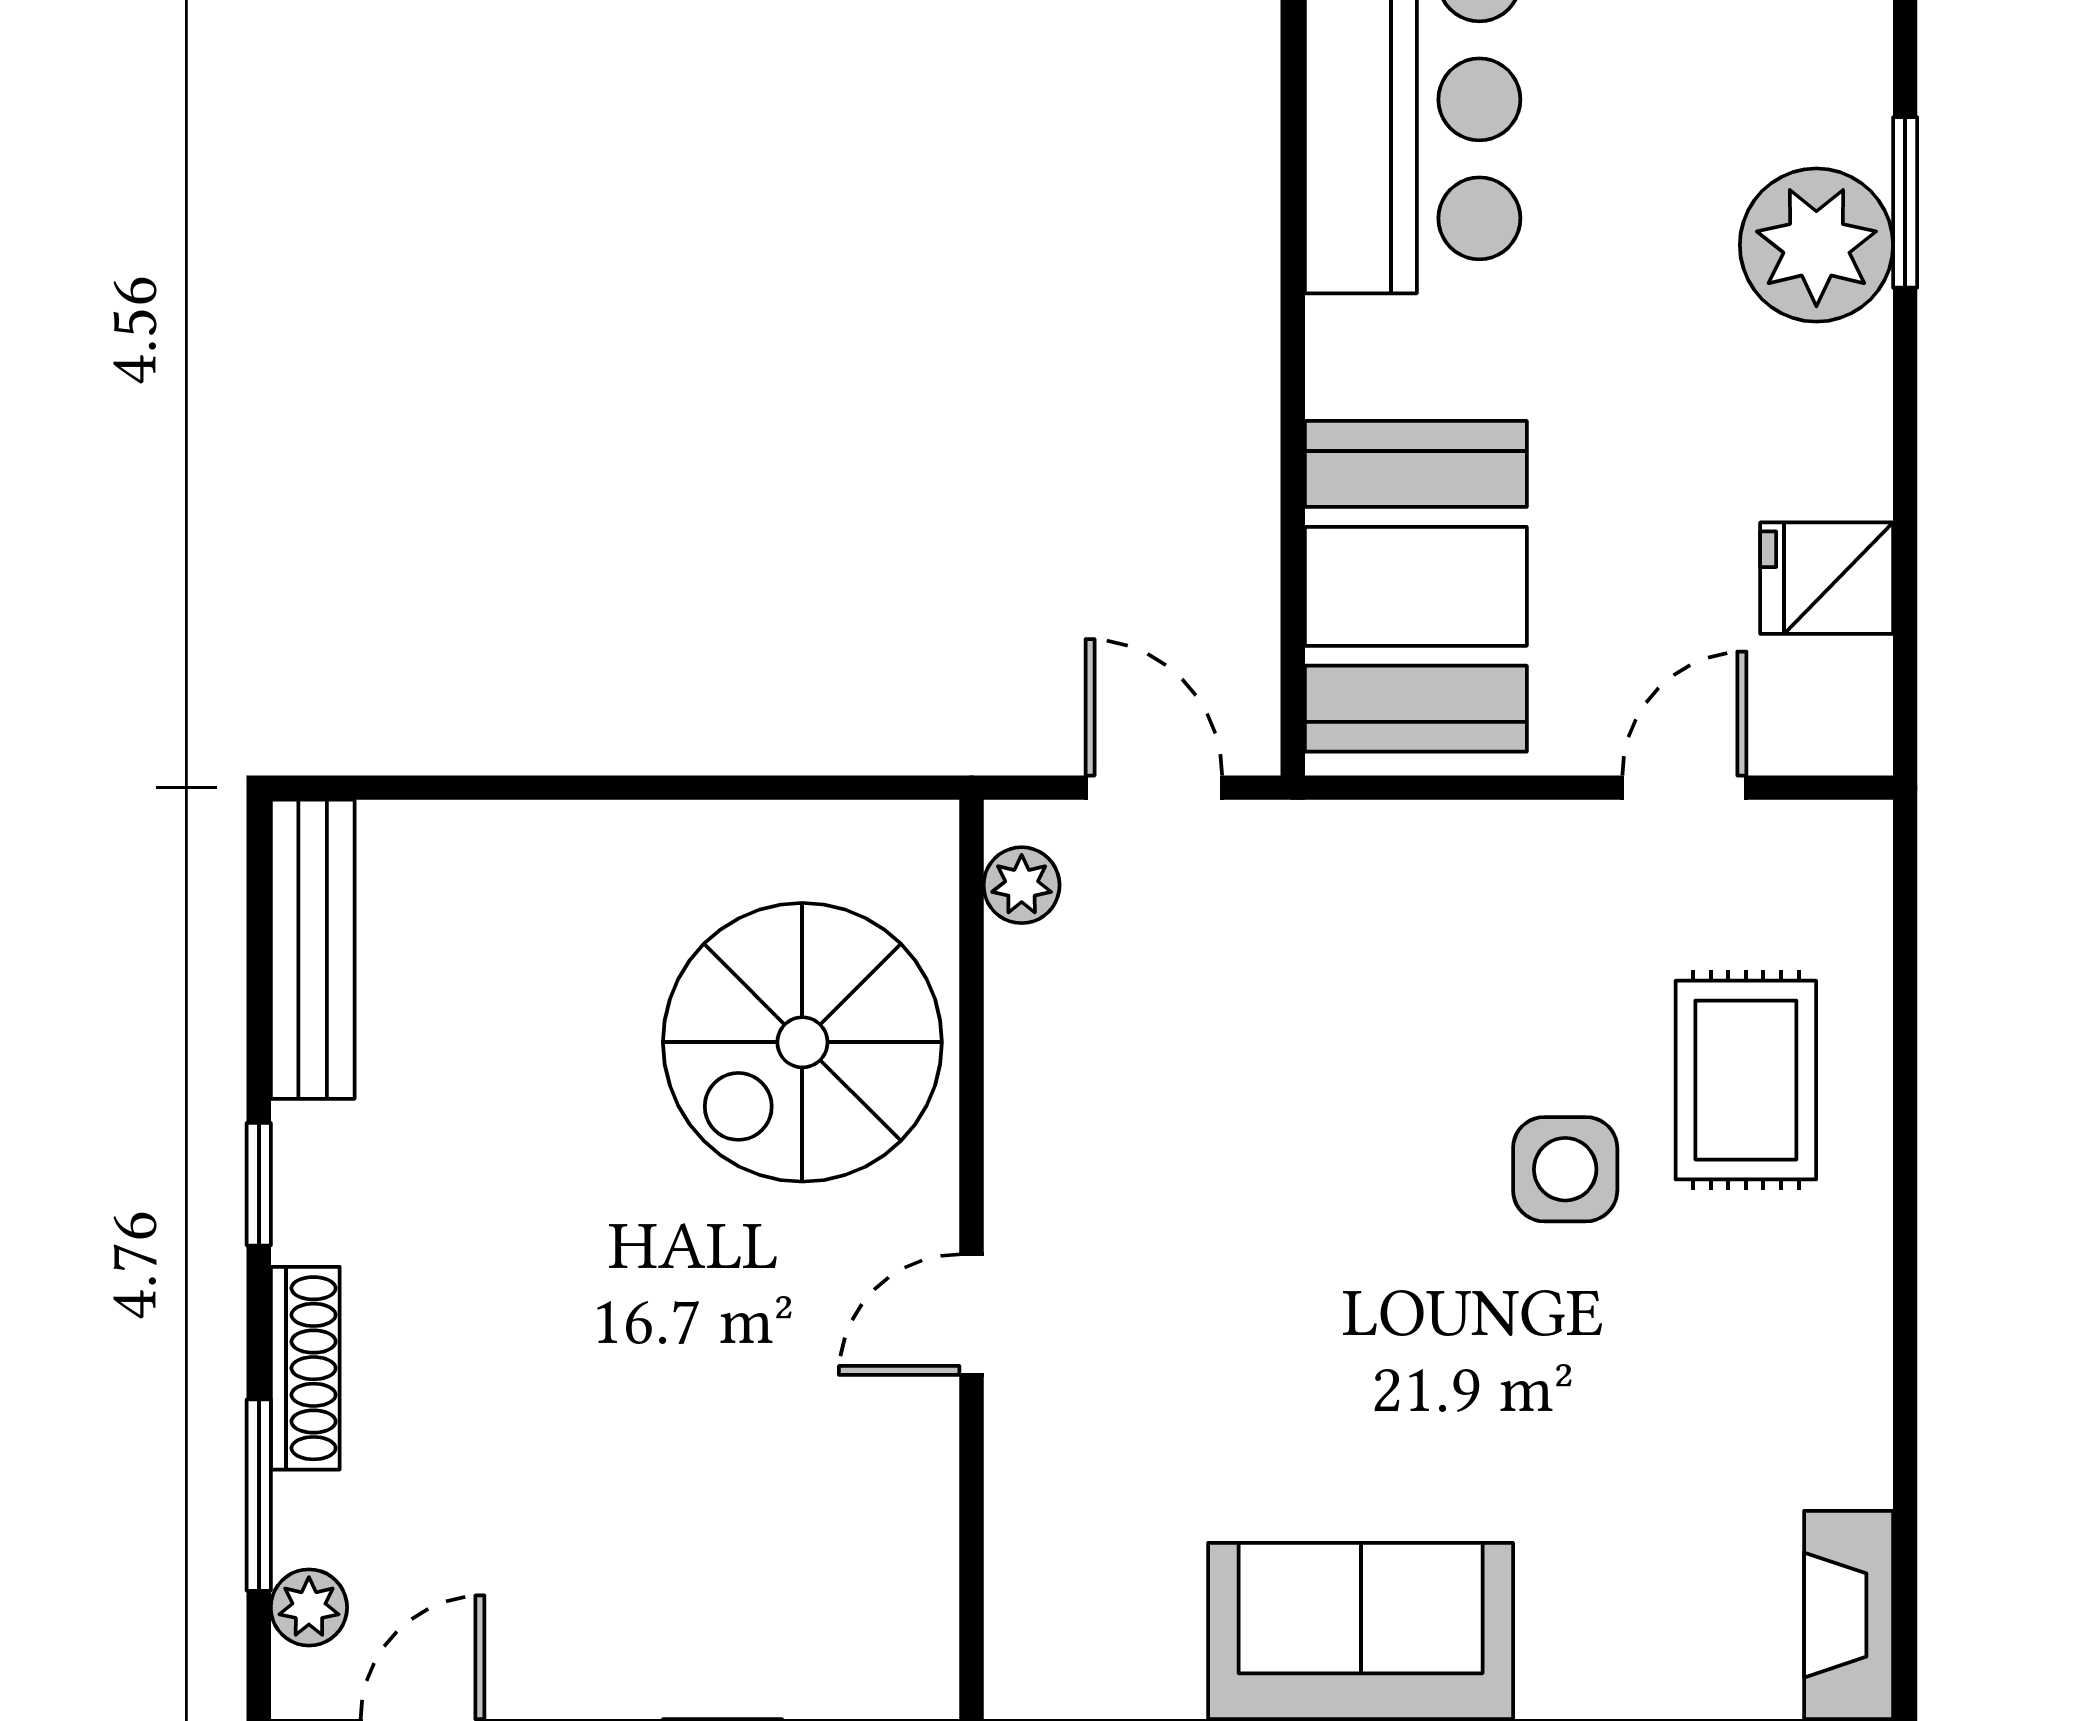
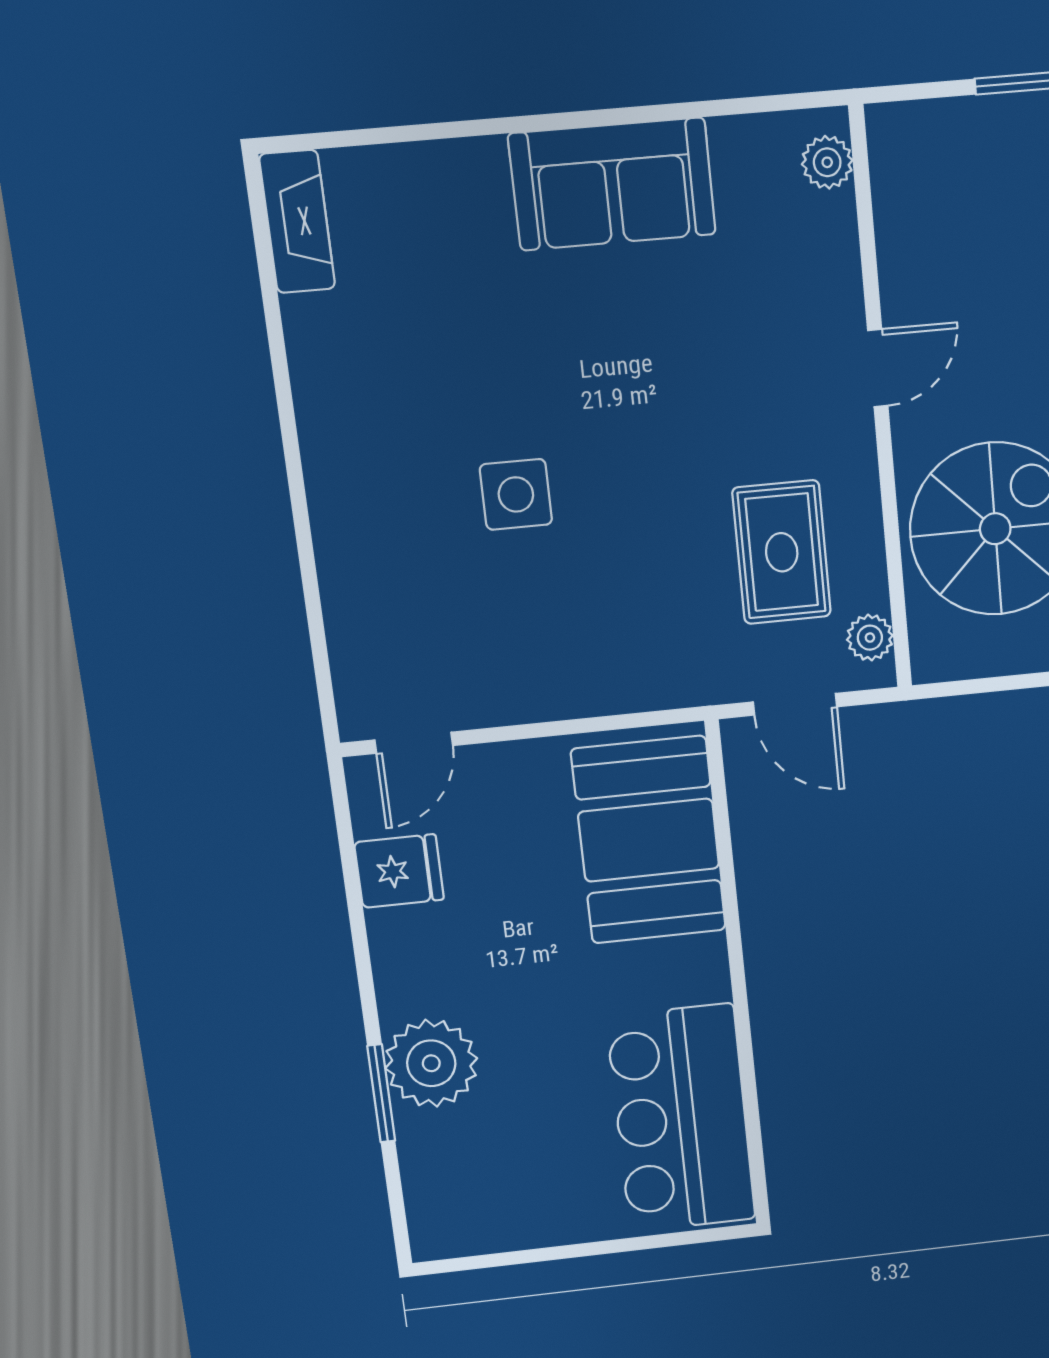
door: (1684, 788) -> (414, 743), moved
rug: (1746, 1080) -> (782, 552), moved
plant: (1024, 1637) -> (827, 162), added

